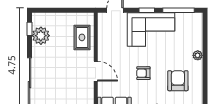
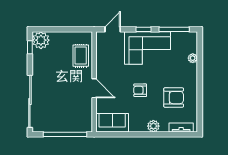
plant: (41, 36) -> (41, 40), moved
plant: (198, 55) -> (193, 58), moved
armchair: (178, 81) -> (174, 98), turned 90

